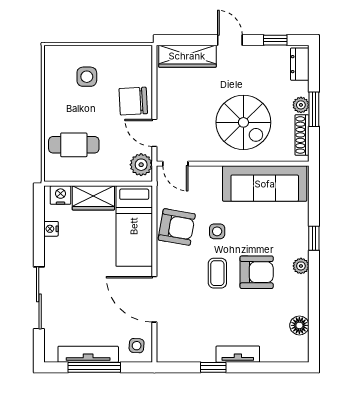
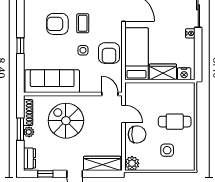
cafe table: (74, 145) -> (175, 122), moved
plant: (141, 165) -> (132, 163), moved
armchair: (177, 227) -> (109, 53), turned -100
nightstand: (51, 229) -> (190, 33), moved
plant: (301, 266) -> (29, 28), removed

